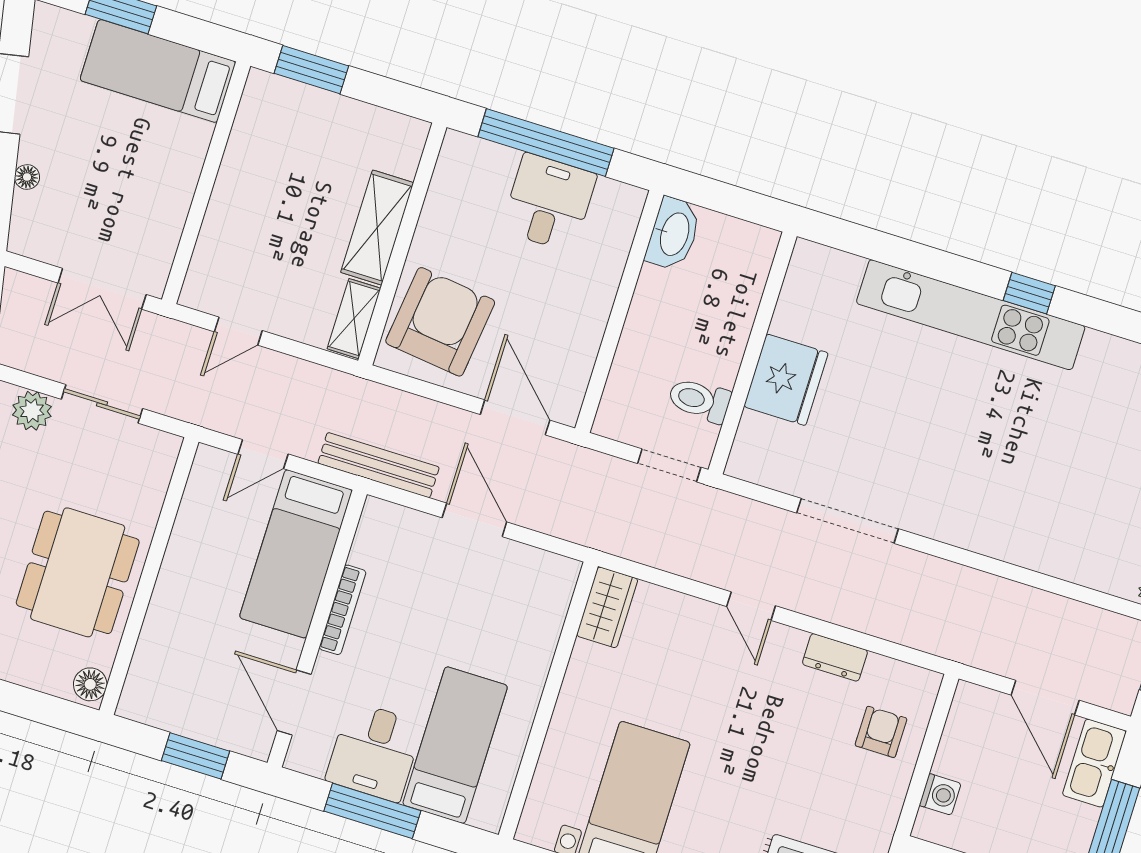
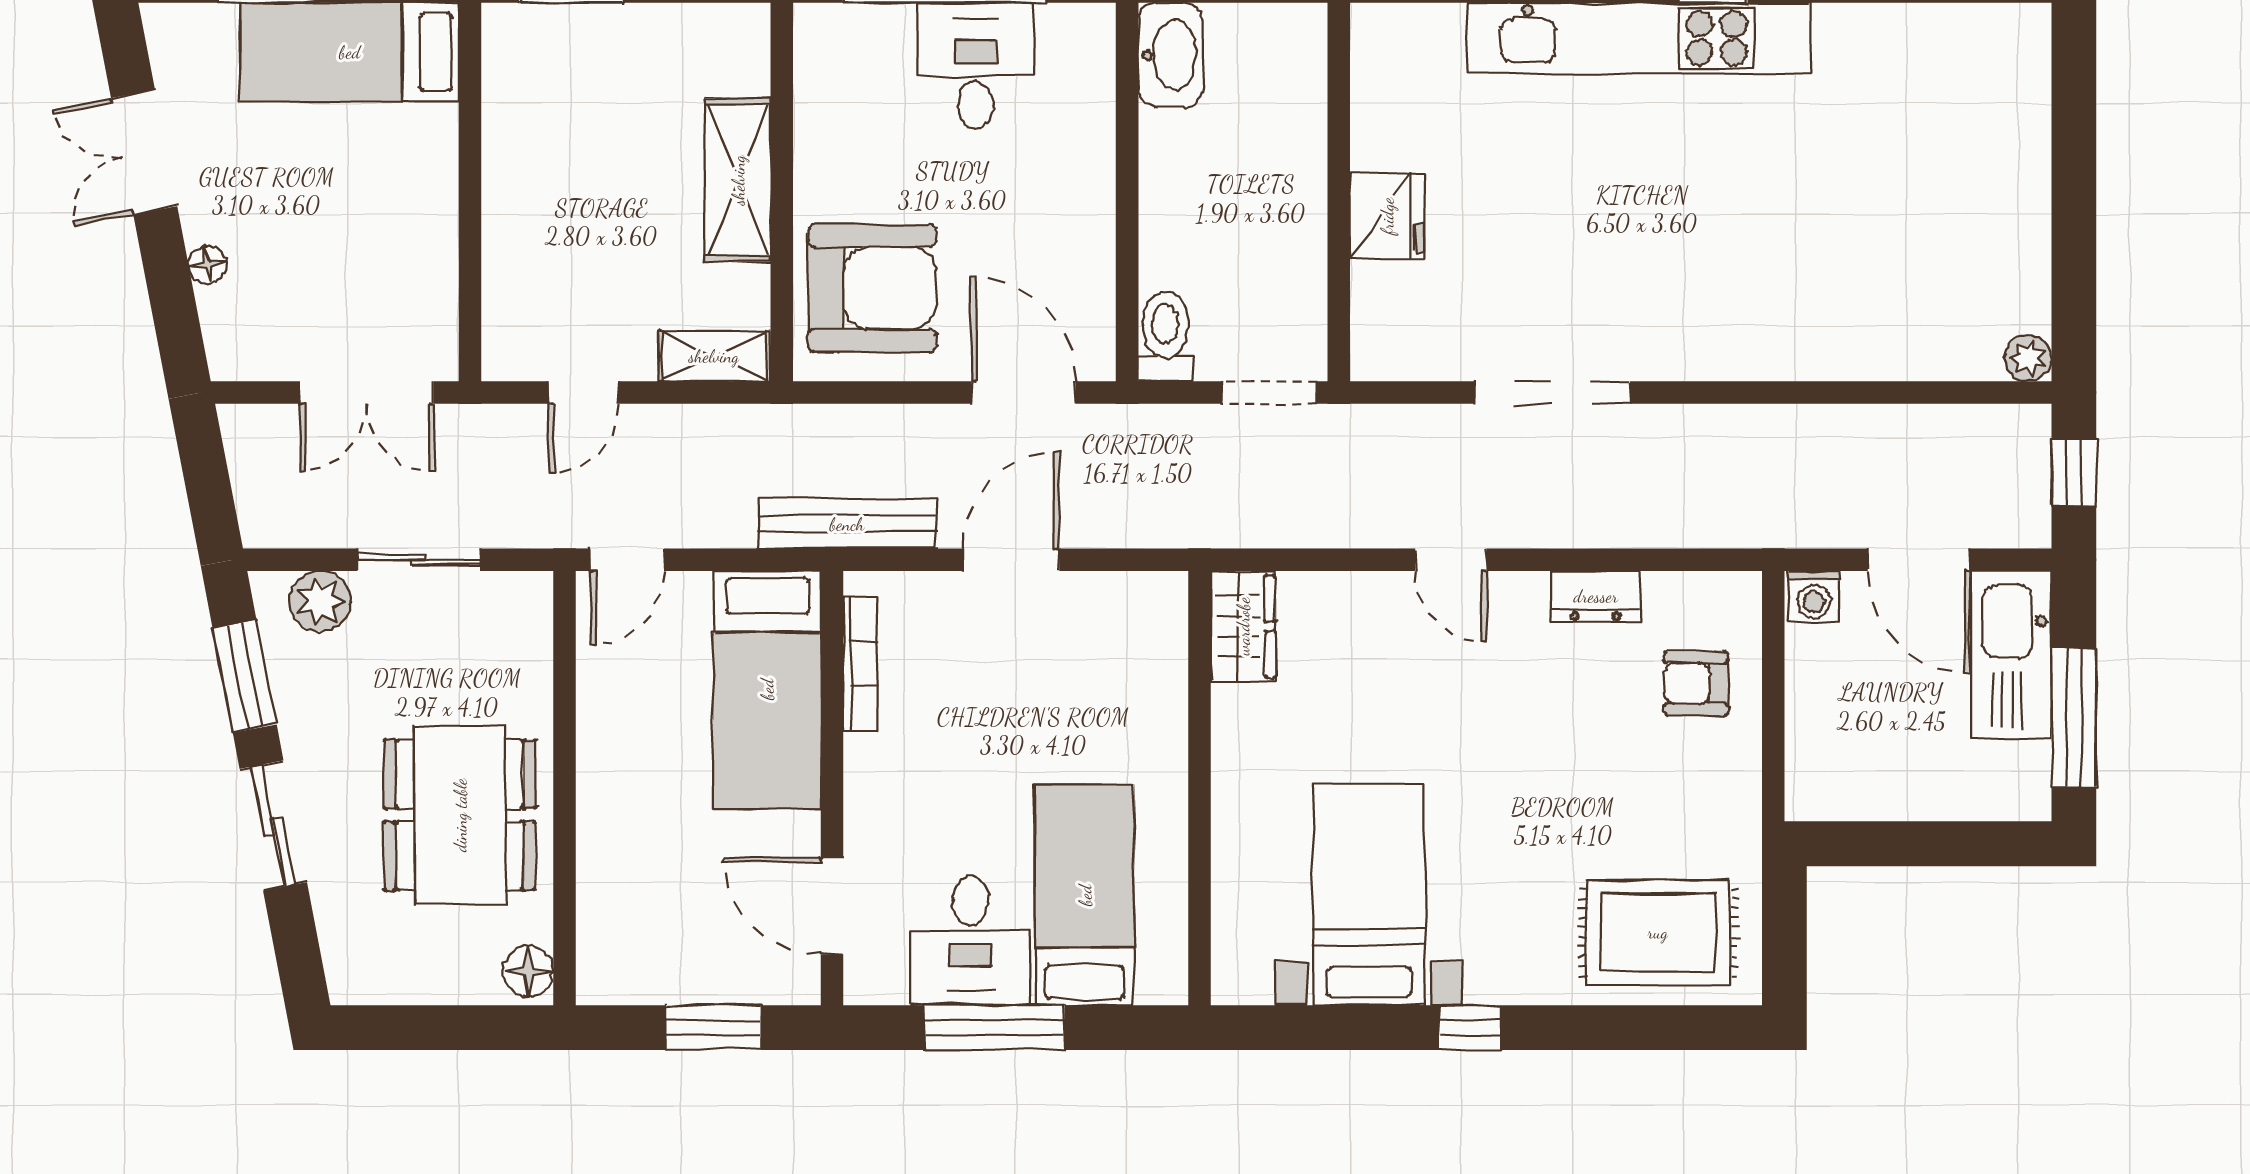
shelving: (354, 319) -> (714, 356), moved, turned 90
armchair: (440, 322) -> (872, 288), turned 83
fridge: (786, 380) -> (1387, 216), width x0.73, depth x0.75
toilet: (699, 400) -> (1165, 337), moved, turned 90
door: (263, 454) -> (627, 560), moved
door: (474, 520) -> (1011, 560), hinge flipped
bookcase: (342, 610) -> (860, 663), moved
armchair: (881, 732) -> (1696, 683), turned -90
kitchen sink: (1094, 763) -> (2011, 655), width x1.36, depth x1.24
washing machine: (940, 794) -> (1814, 597), moved, turned 90

